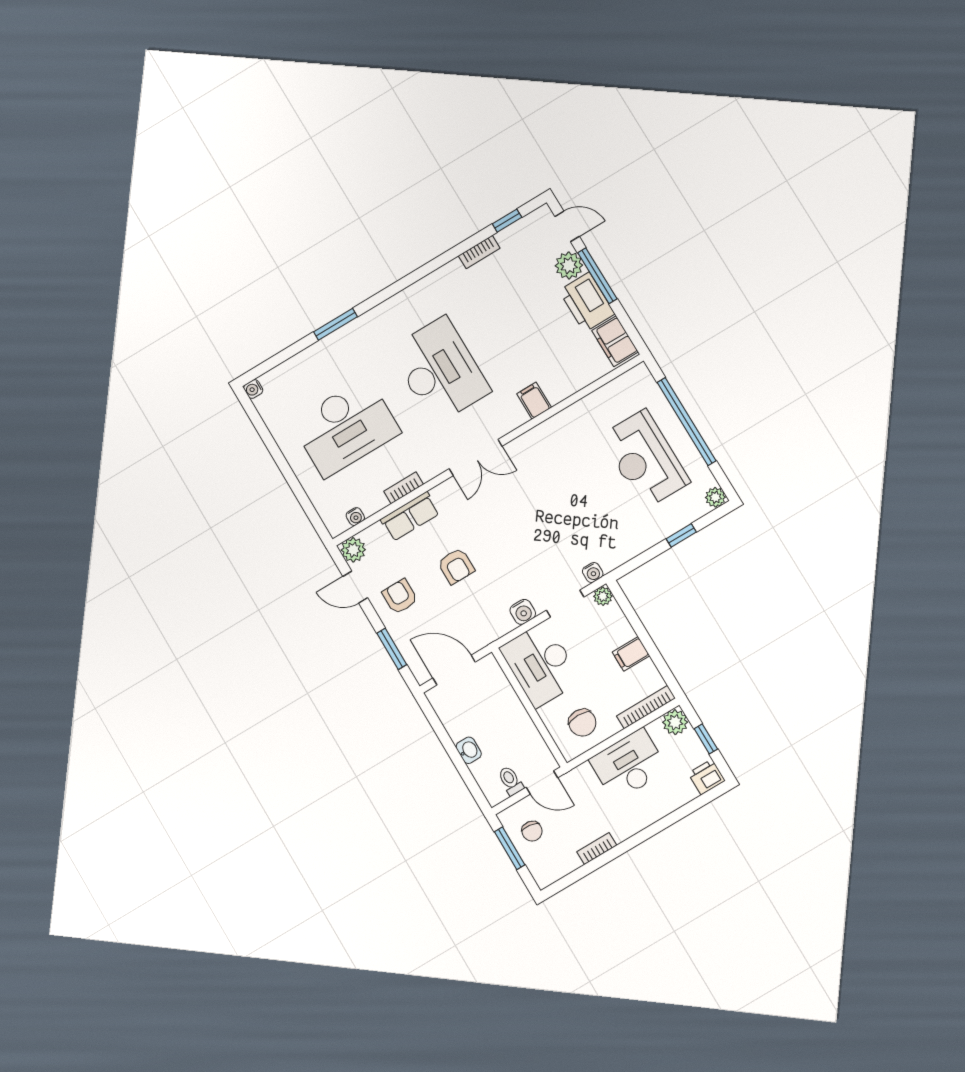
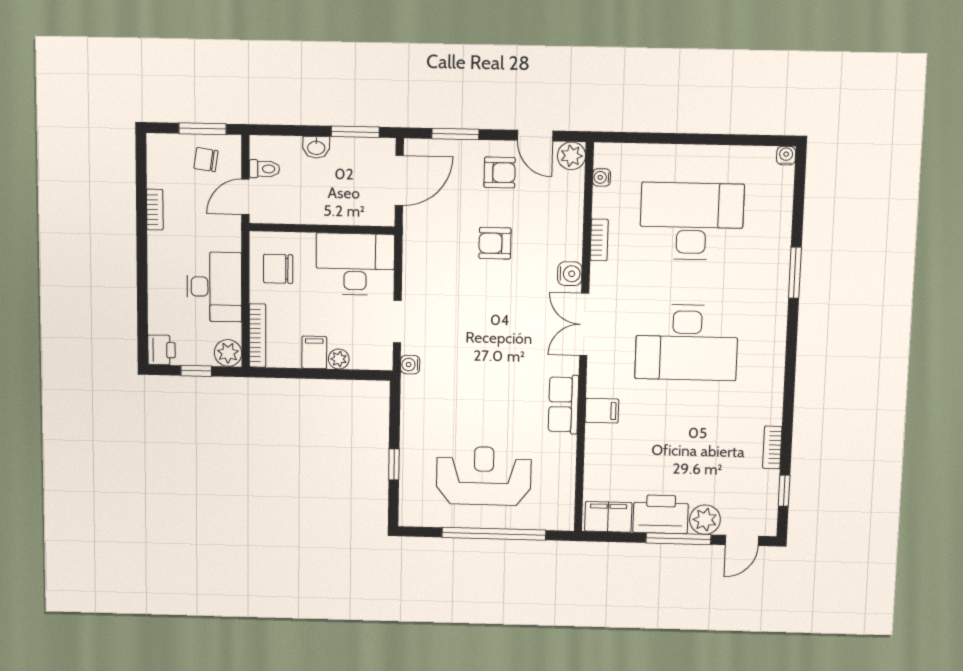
desk: (346, 427) -> (692, 221), turned 90
plant: (715, 497) -> (409, 516), removed
row of seats: (410, 516) -> (563, 404), moved
door: (355, 587) -> (535, 136), swing flipped
plant: (603, 596) -> (339, 359), moved
water cooler: (523, 612) -> (570, 274), moved, turned 180
window: (438, 727) -> (355, 132), added

